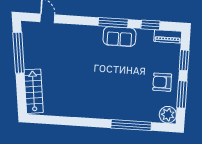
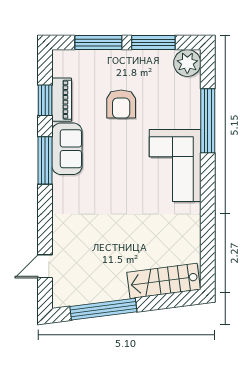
piano: (168, 36) -> (62, 100), moved
window: (184, 60) -> (98, 43), width x1.44
armchair: (162, 82) -> (121, 104), moved
corner sofa: (105, 103) -> (175, 166), added

